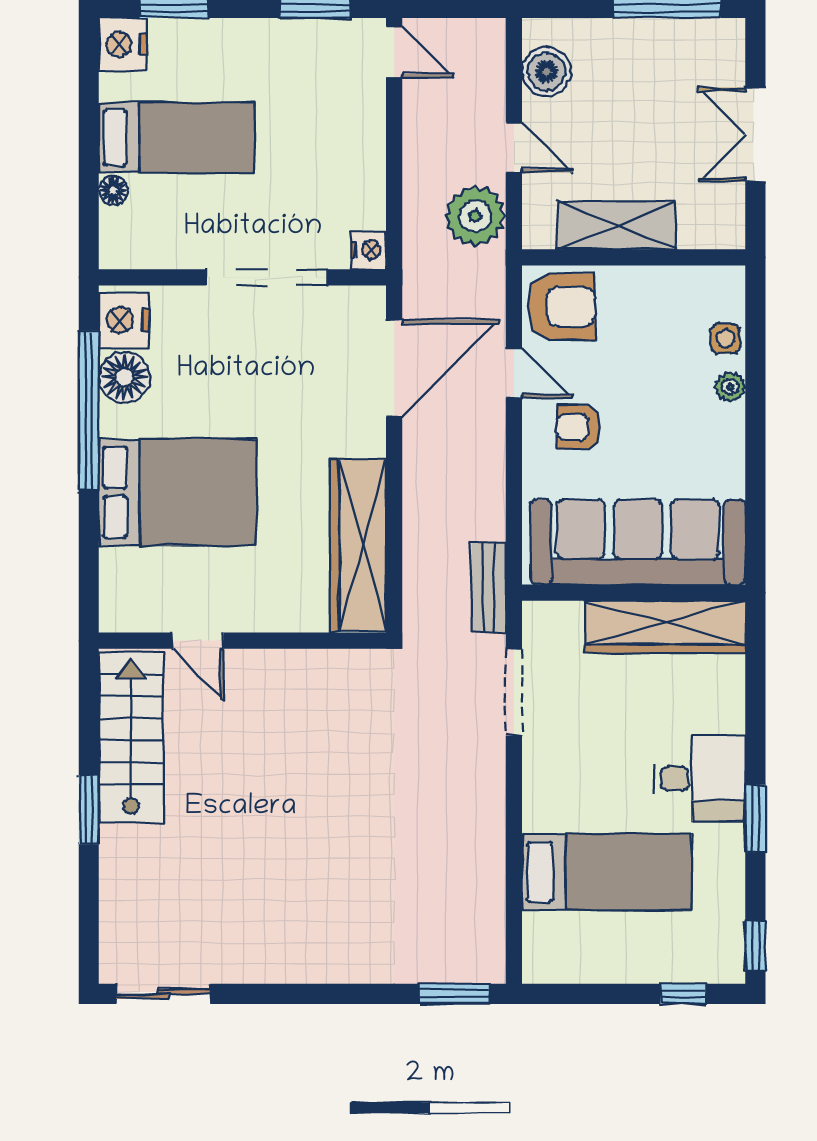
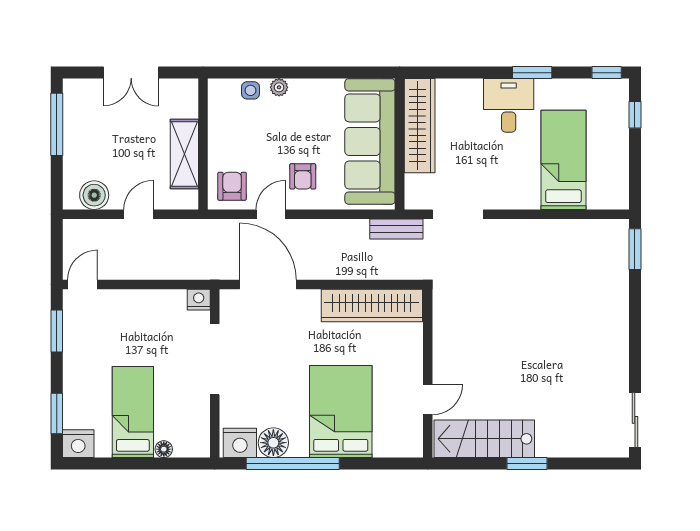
plant: (475, 216) -> (179, 237), removed
armchair: (562, 307) -> (232, 186), width x0.72, depth x0.72

